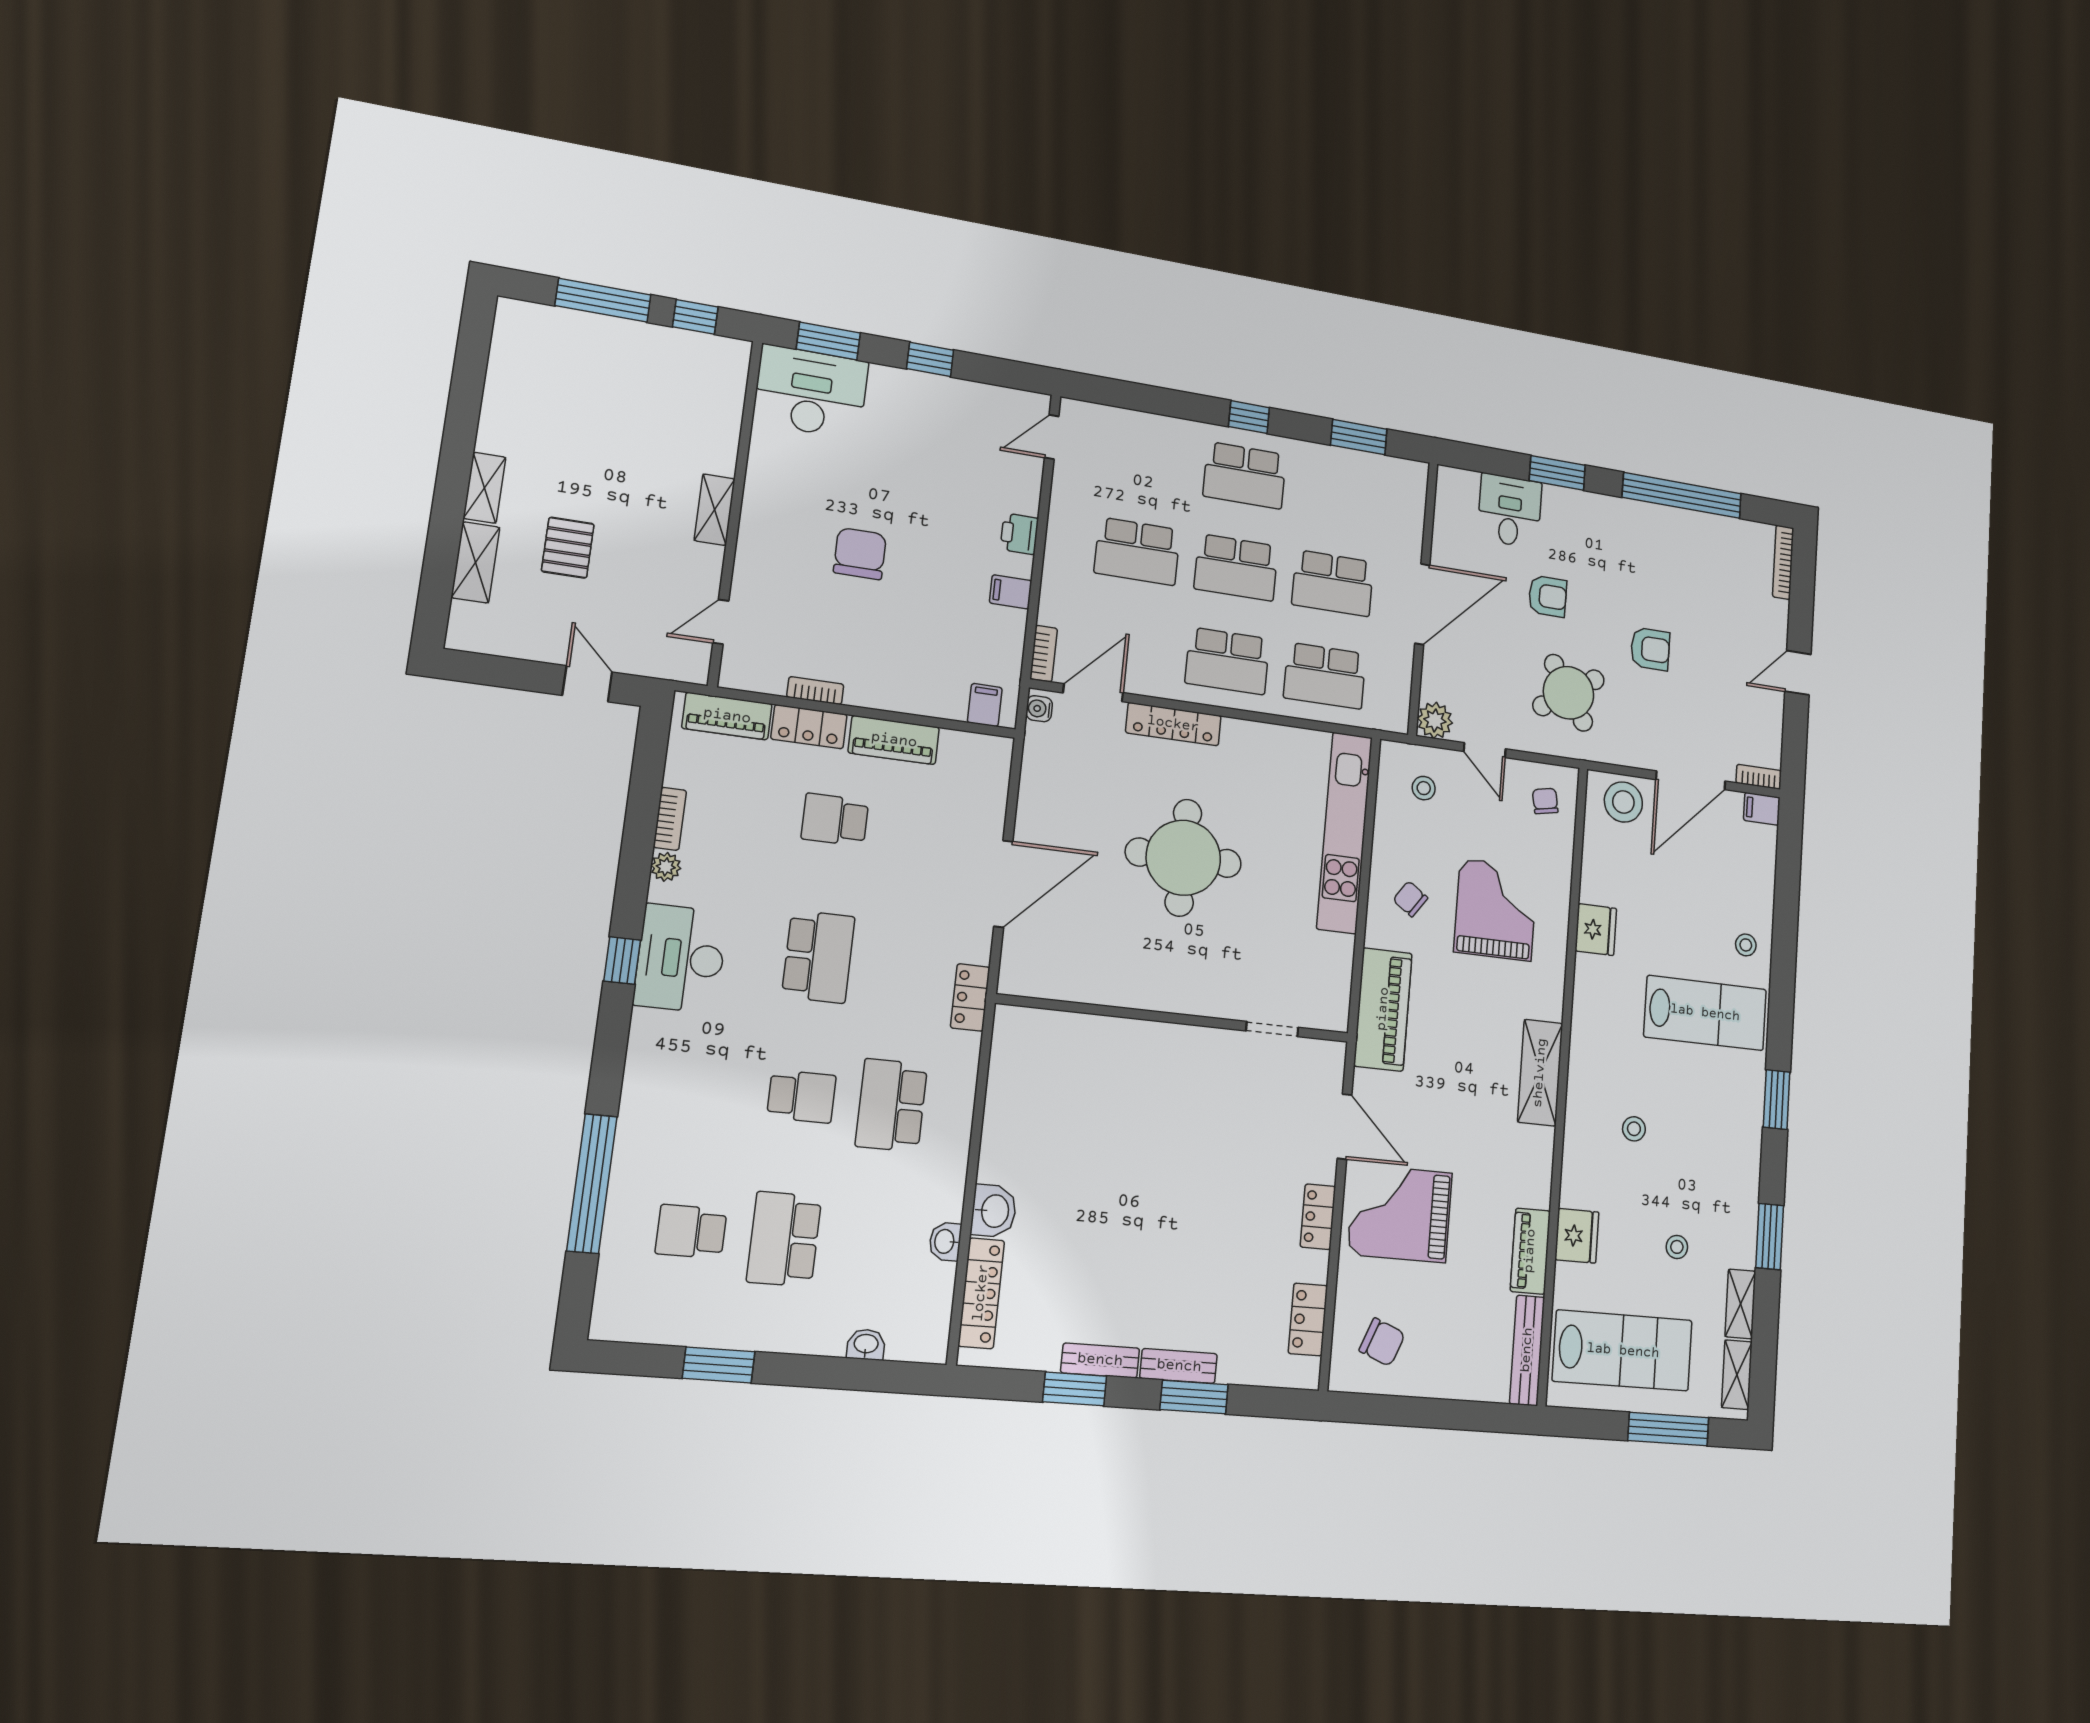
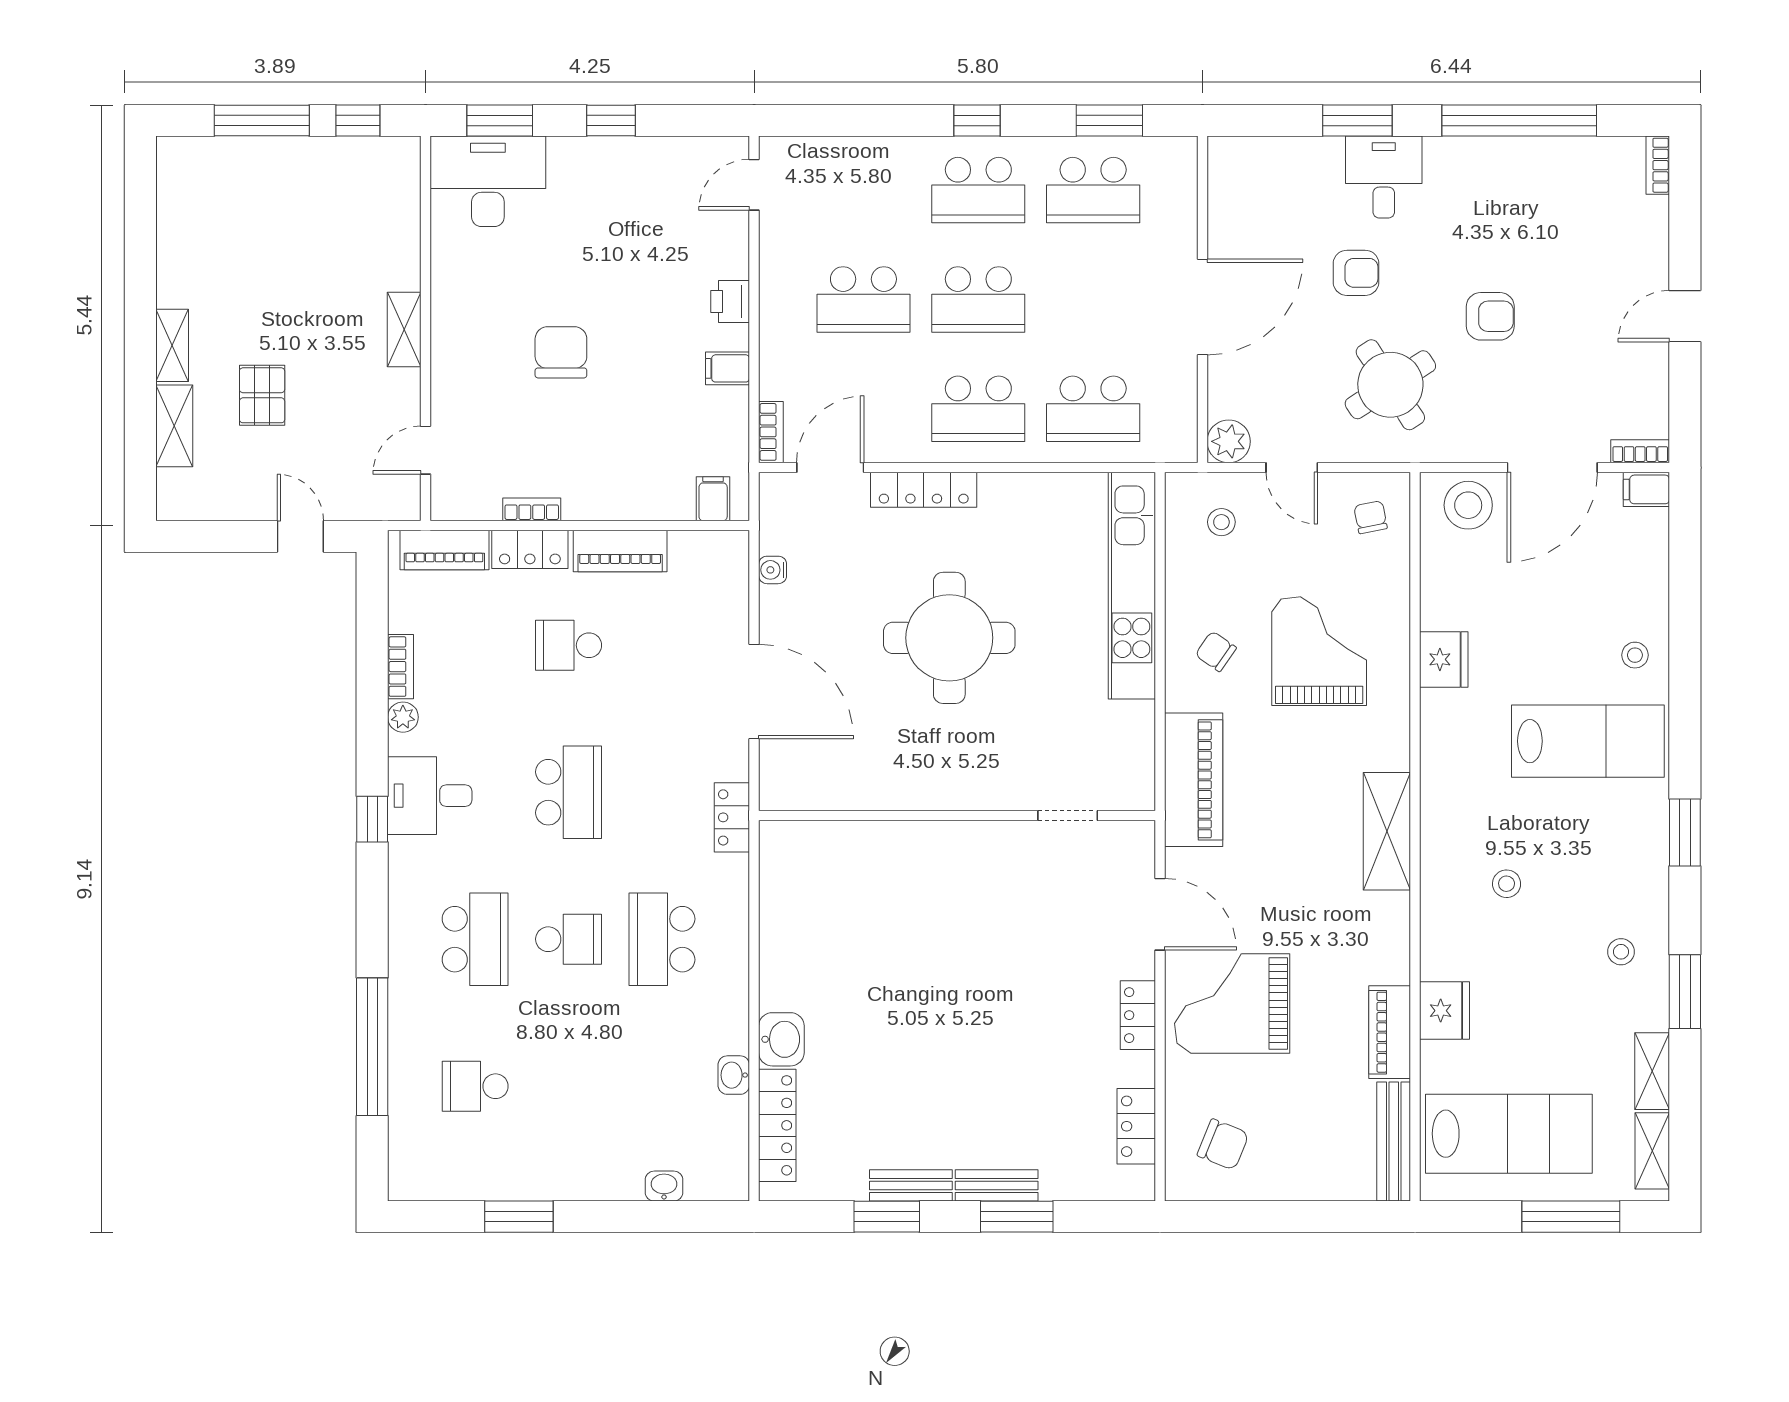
desk: (1510, 511) -> (1384, 177), moved
bookcase: (1783, 562) -> (1658, 165), width x0.64
school desk: (1333, 583) -> (1093, 190), moved
water cooler: (1039, 709) -> (773, 570), moved
door: (1003, 884) -> (754, 691), hinge flipped
desk: (681, 958) -> (430, 796), width x0.73
school desk: (784, 1239) -> (475, 939), moved, turned 180
stool: (1677, 1247) -> (1621, 952), moved

